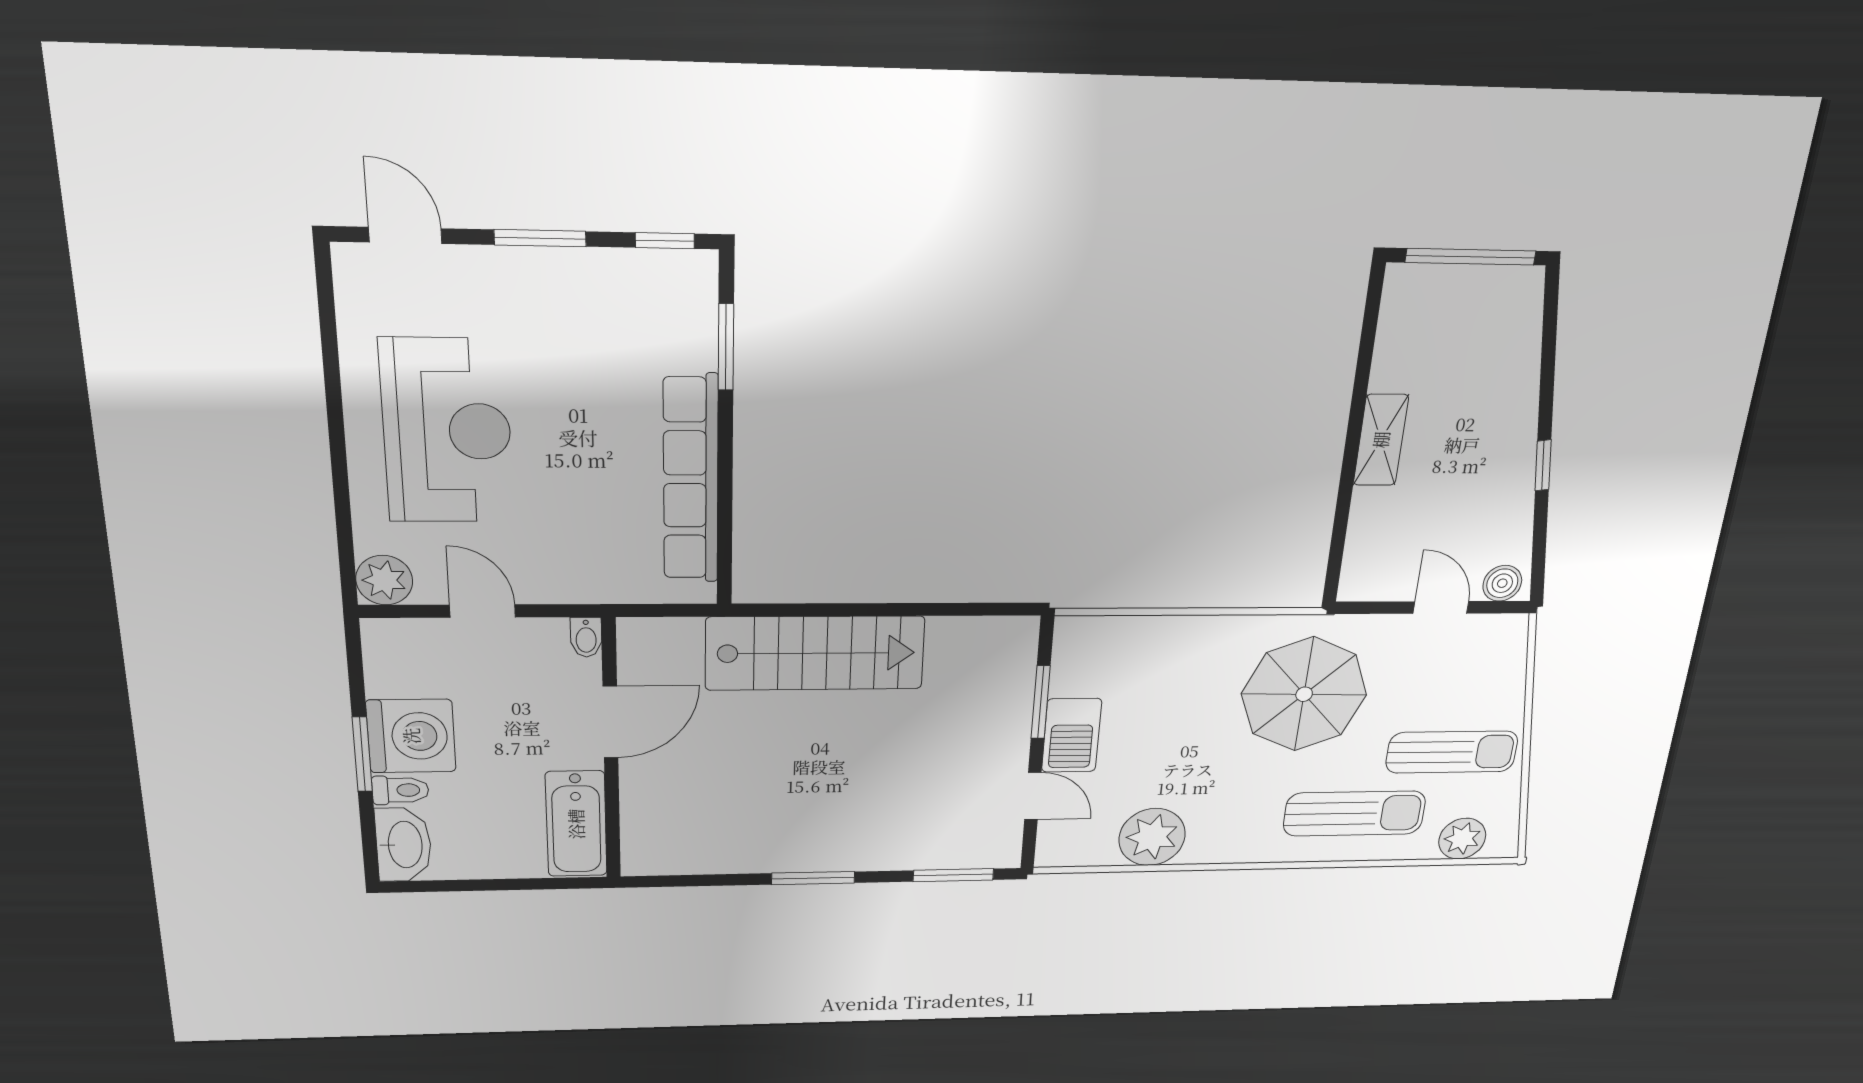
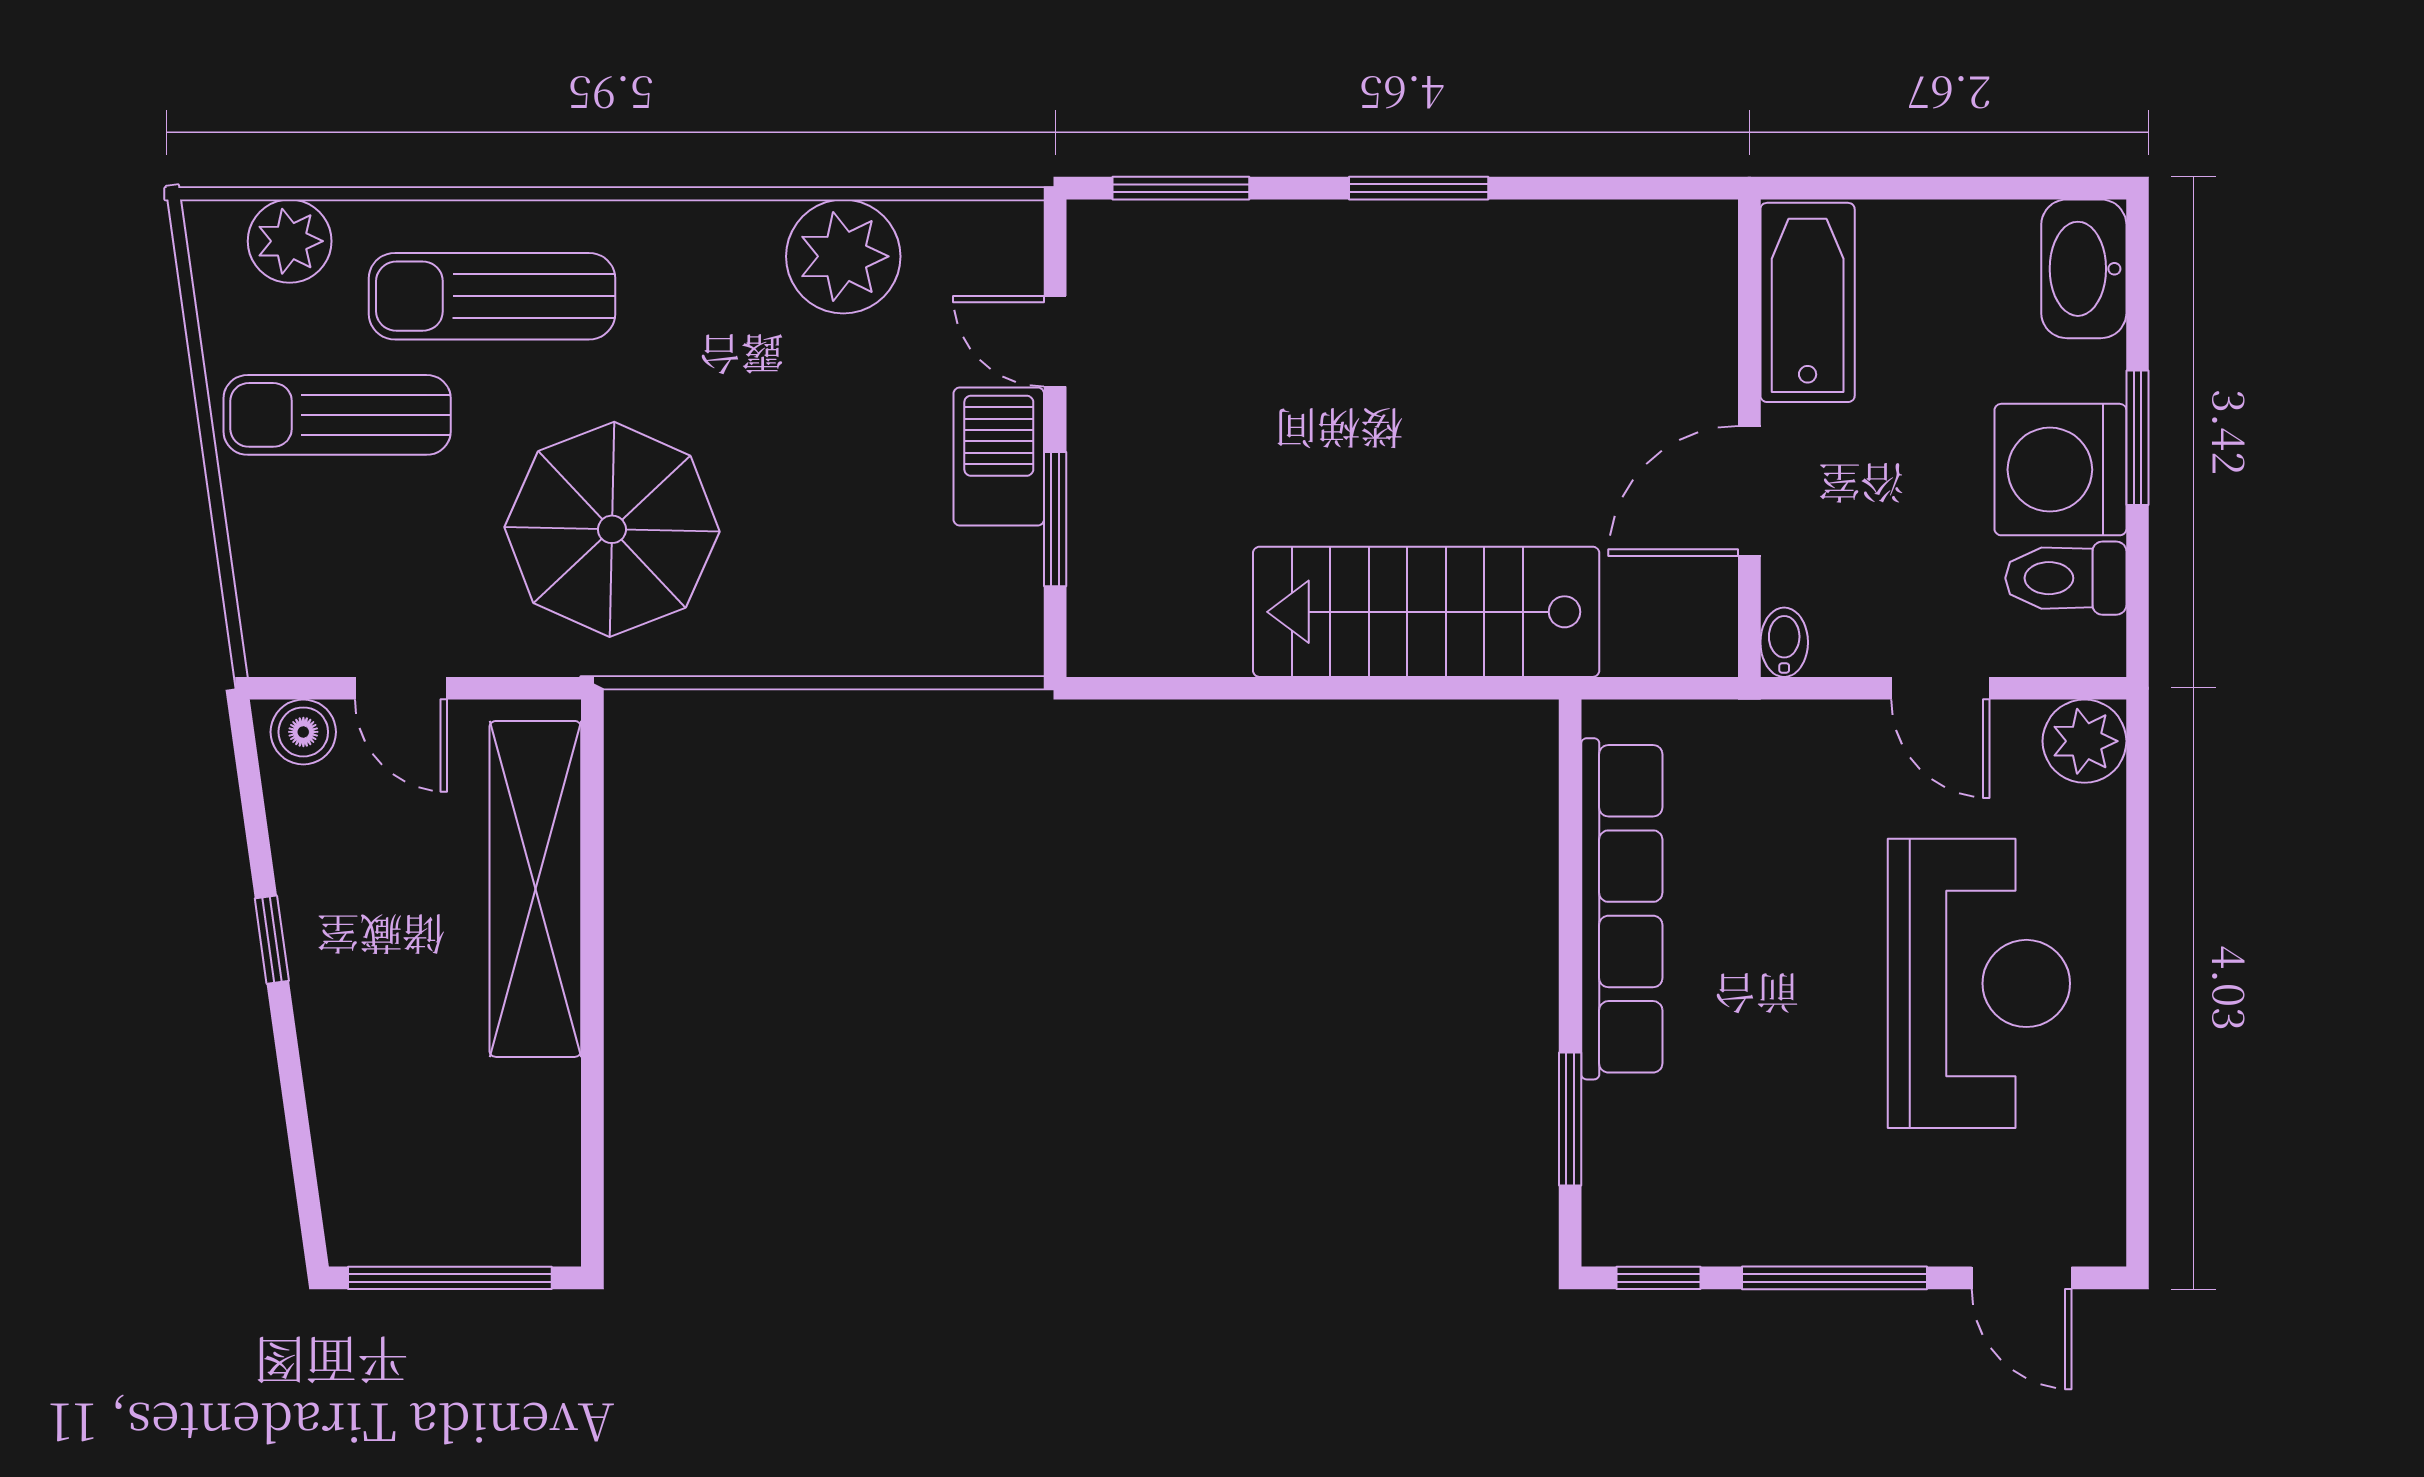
window: (540, 238) -> (1834, 1278), width x1.44
reception desk: (447, 431) -> (1979, 983), turned 180
shelving: (1381, 440) -> (535, 889), width x2.20, depth x1.33
toilet: (400, 790) -> (2066, 578), moved, width x1.37, depth x1.39

